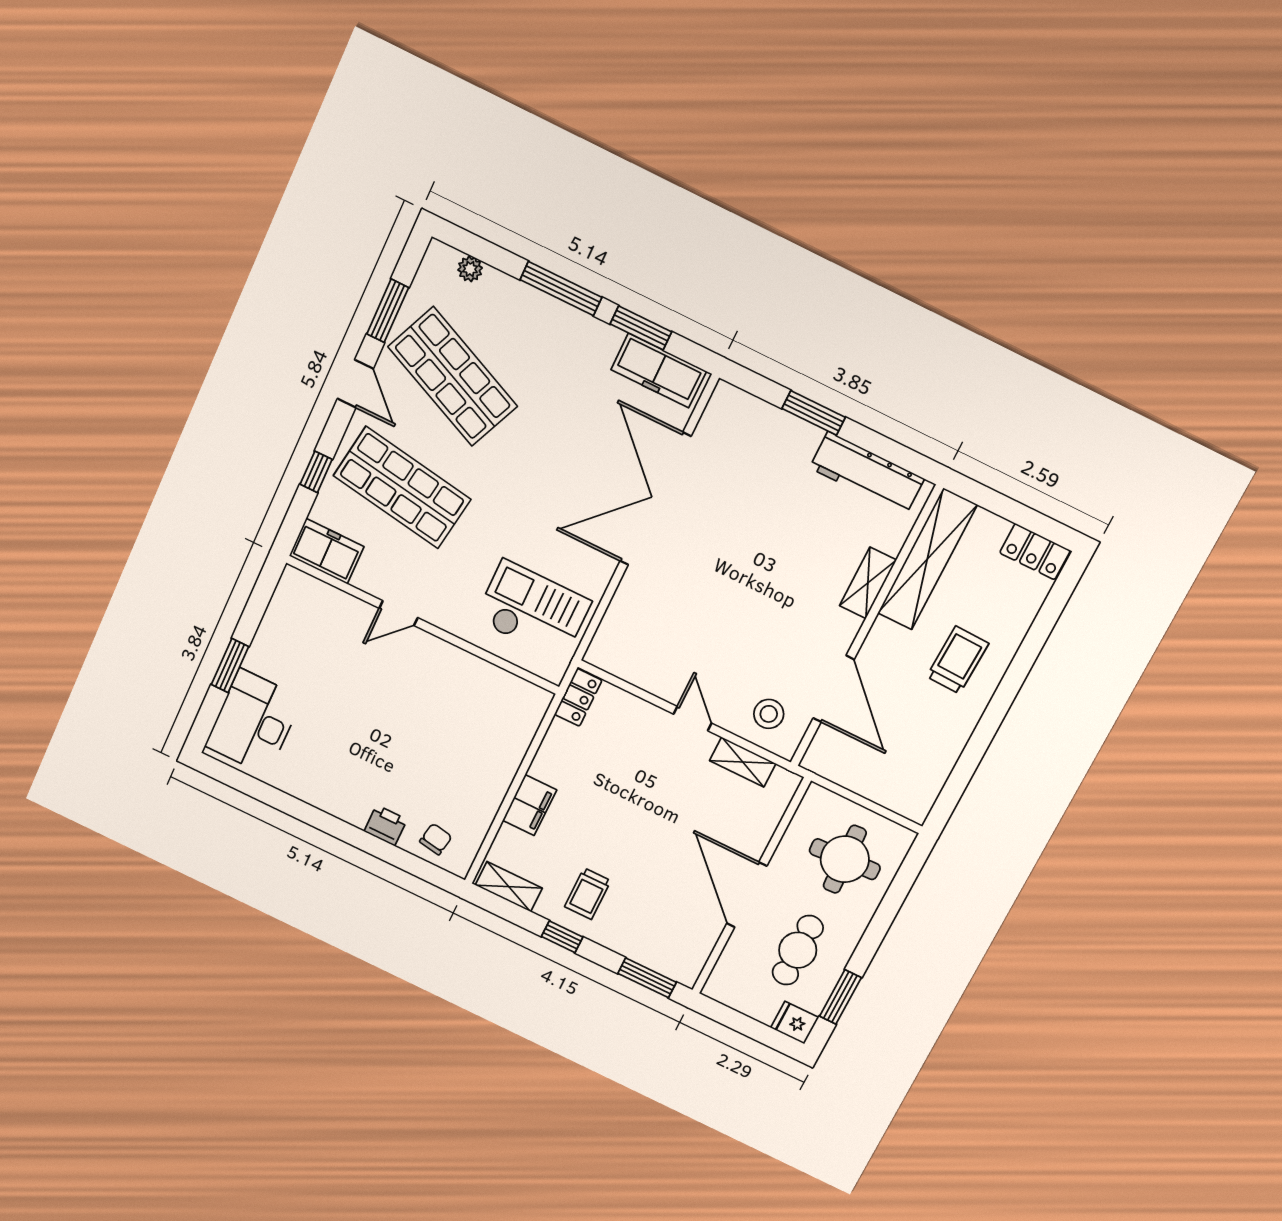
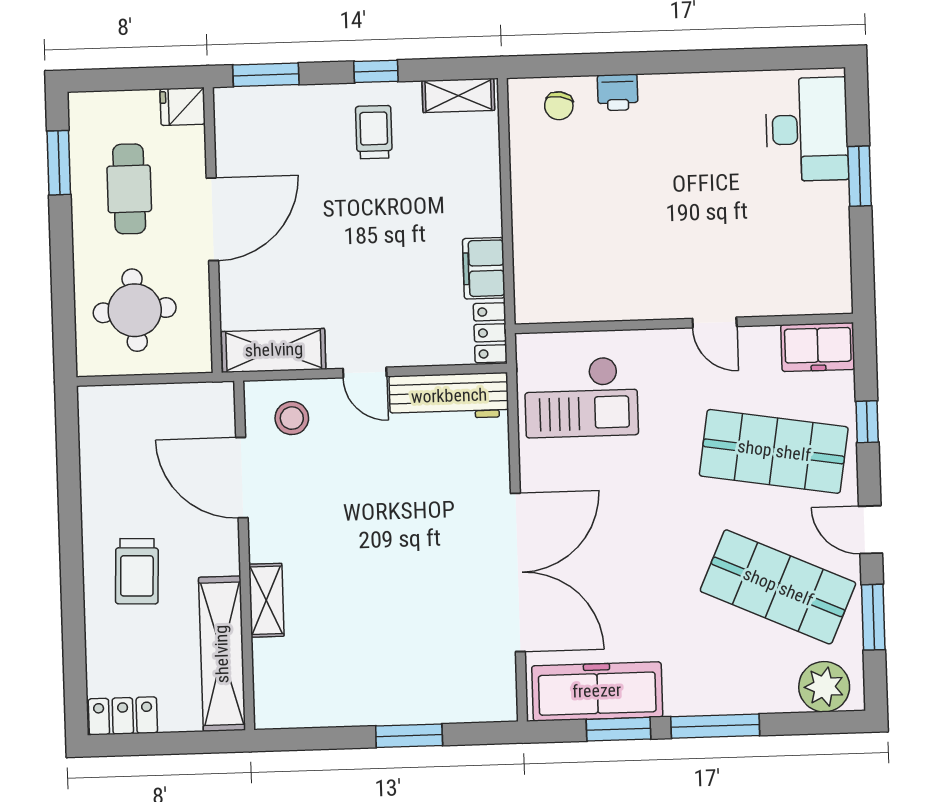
plant: (470, 269) -> (824, 687), width x1.87, depth x1.87
freezer: (659, 370) -> (597, 691), width x1.36, depth x1.26
workbench: (867, 473) -> (449, 396), moved, turned 180
door: (398, 613) -> (715, 322), swing flipped
shelving: (743, 762) -> (274, 350), width x1.50, depth x1.33
filing cabinet: (530, 805) -> (484, 268), moved
door: (747, 895) -> (212, 219), hinge flipped
fridge: (795, 1023) -> (183, 107), moved, turned 180

